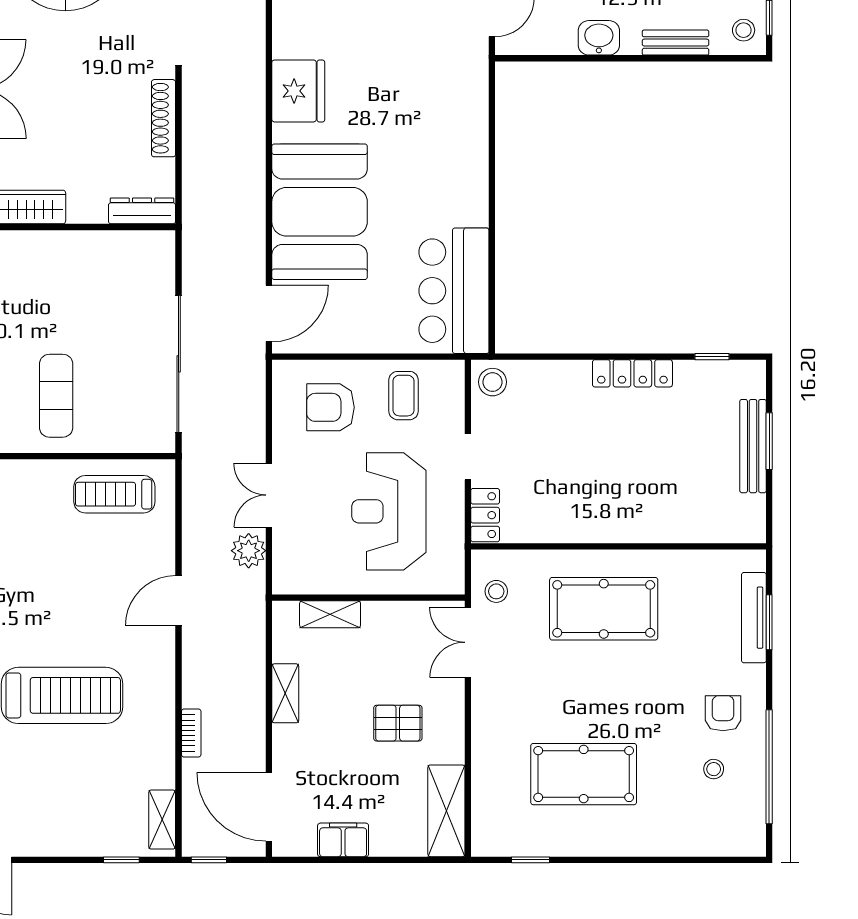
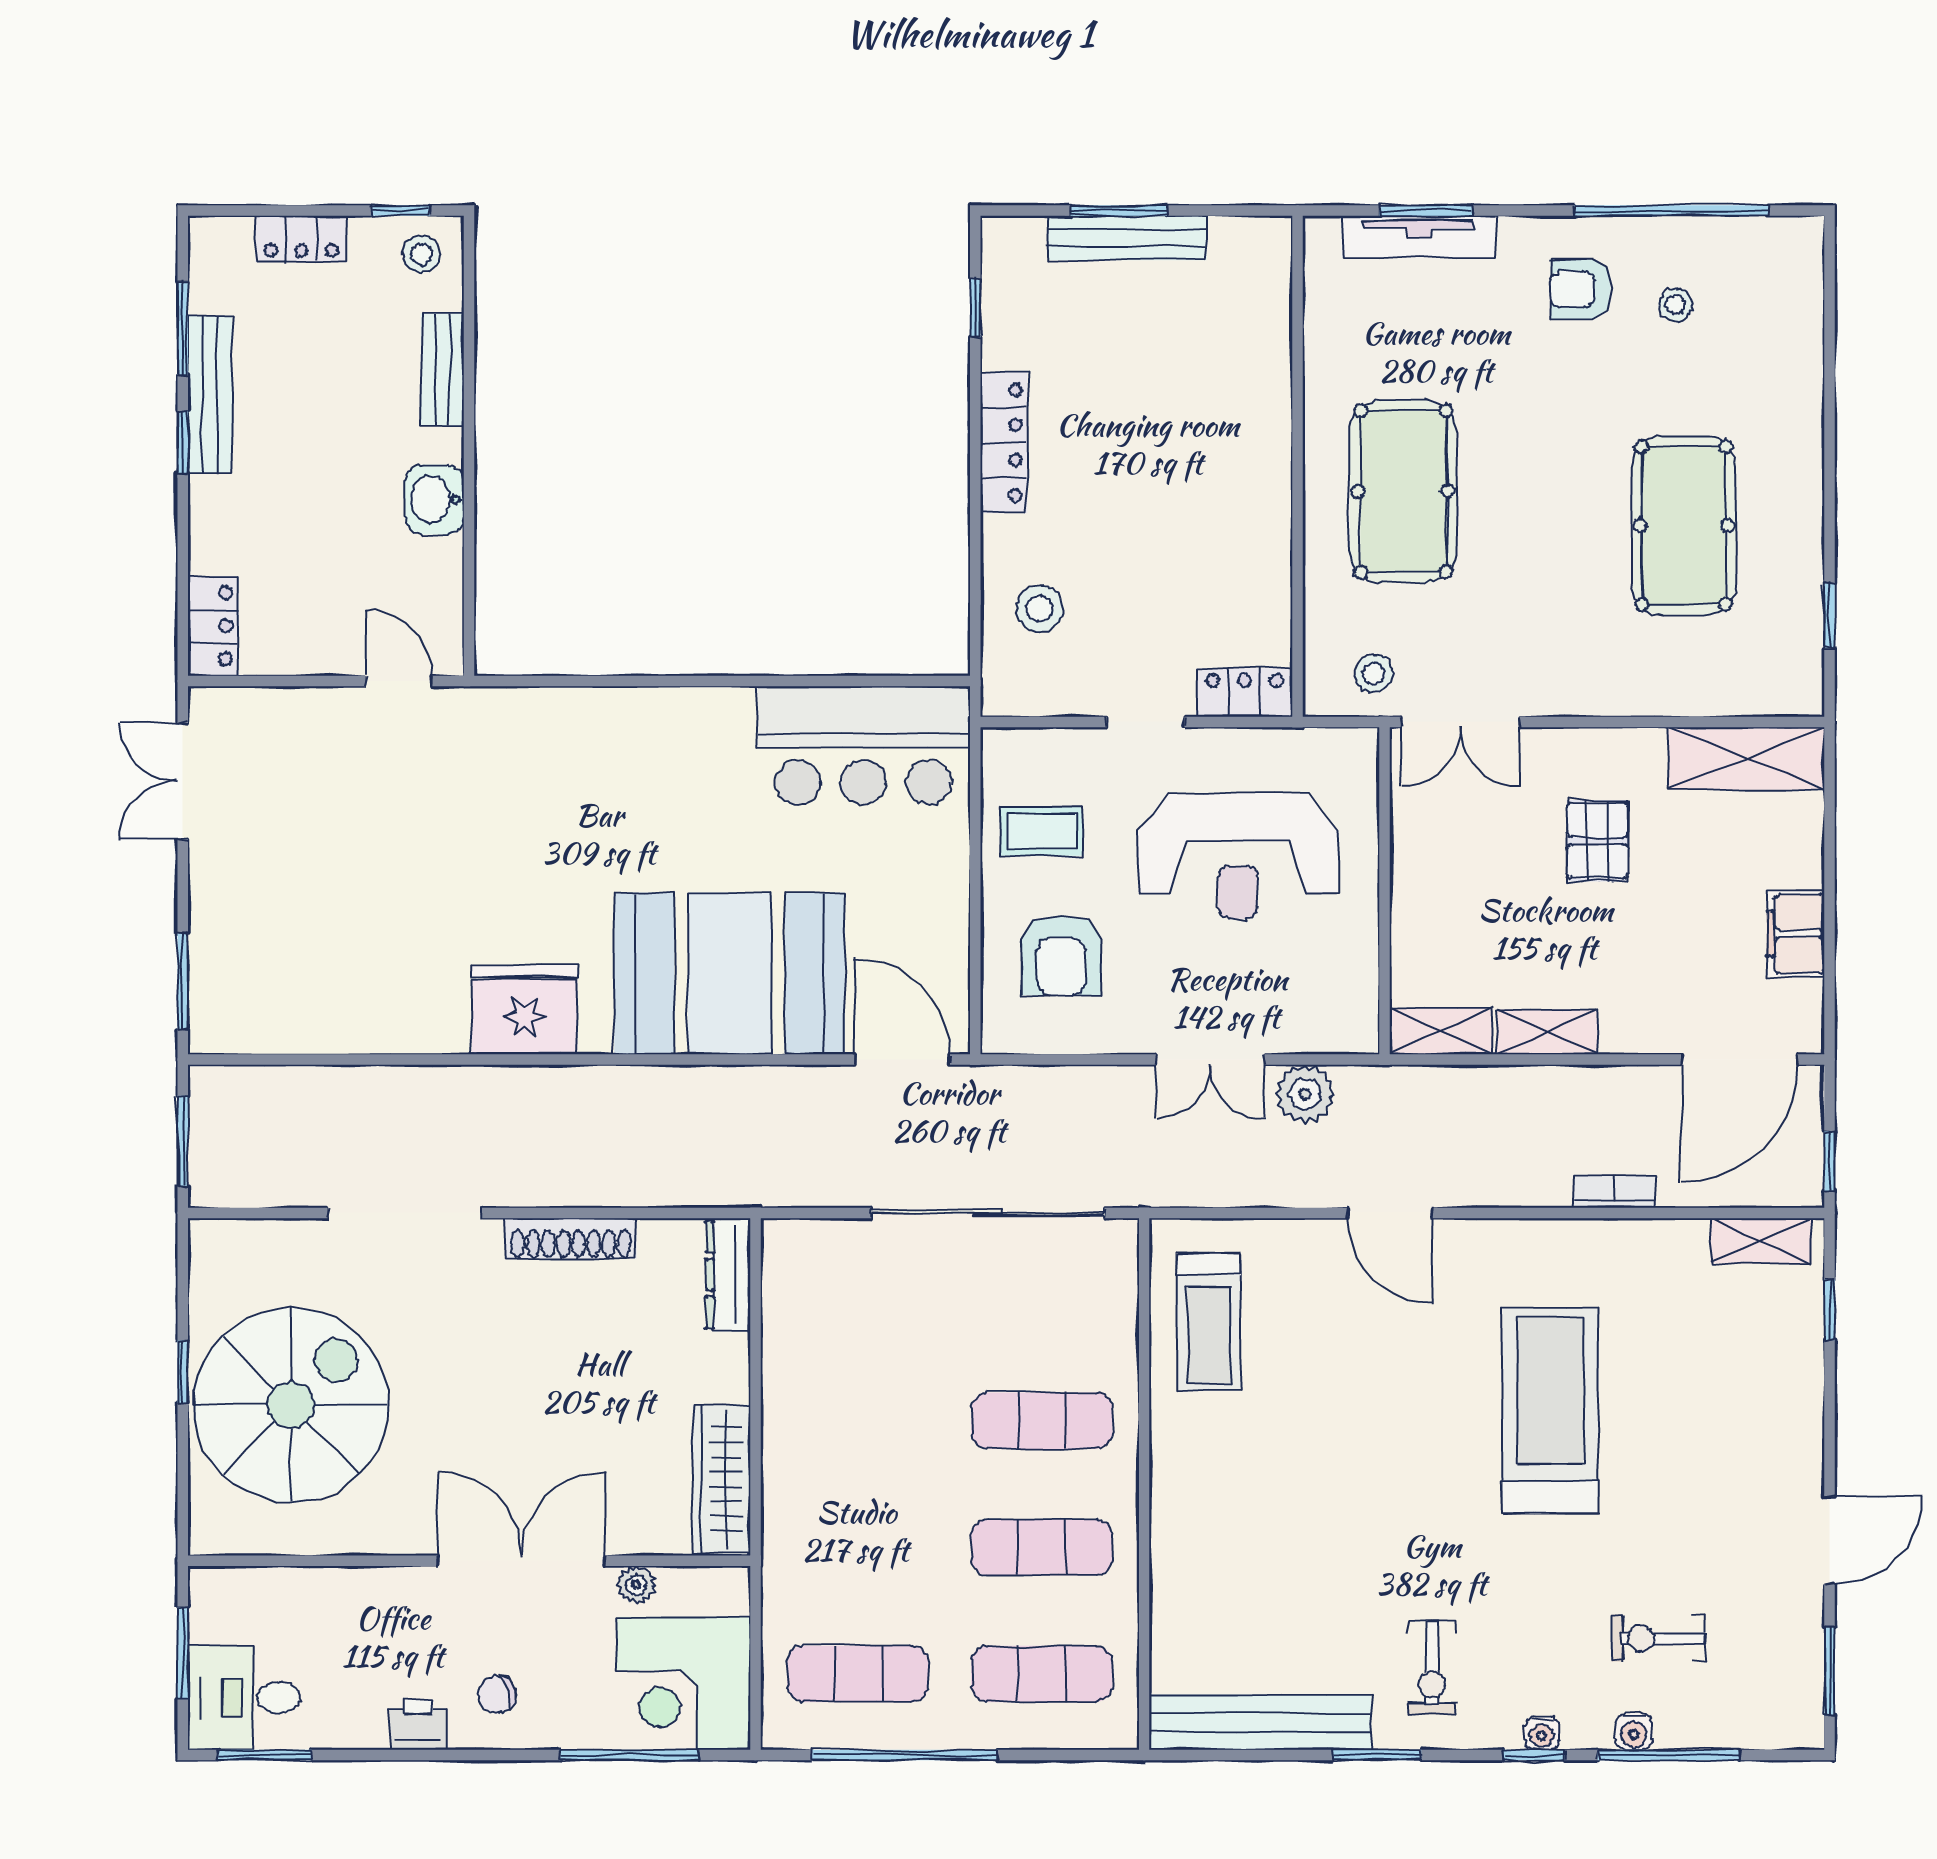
stool: (492, 382) -> (1040, 609), moved
shelving: (330, 614) -> (1441, 1031), moved, turned 90

